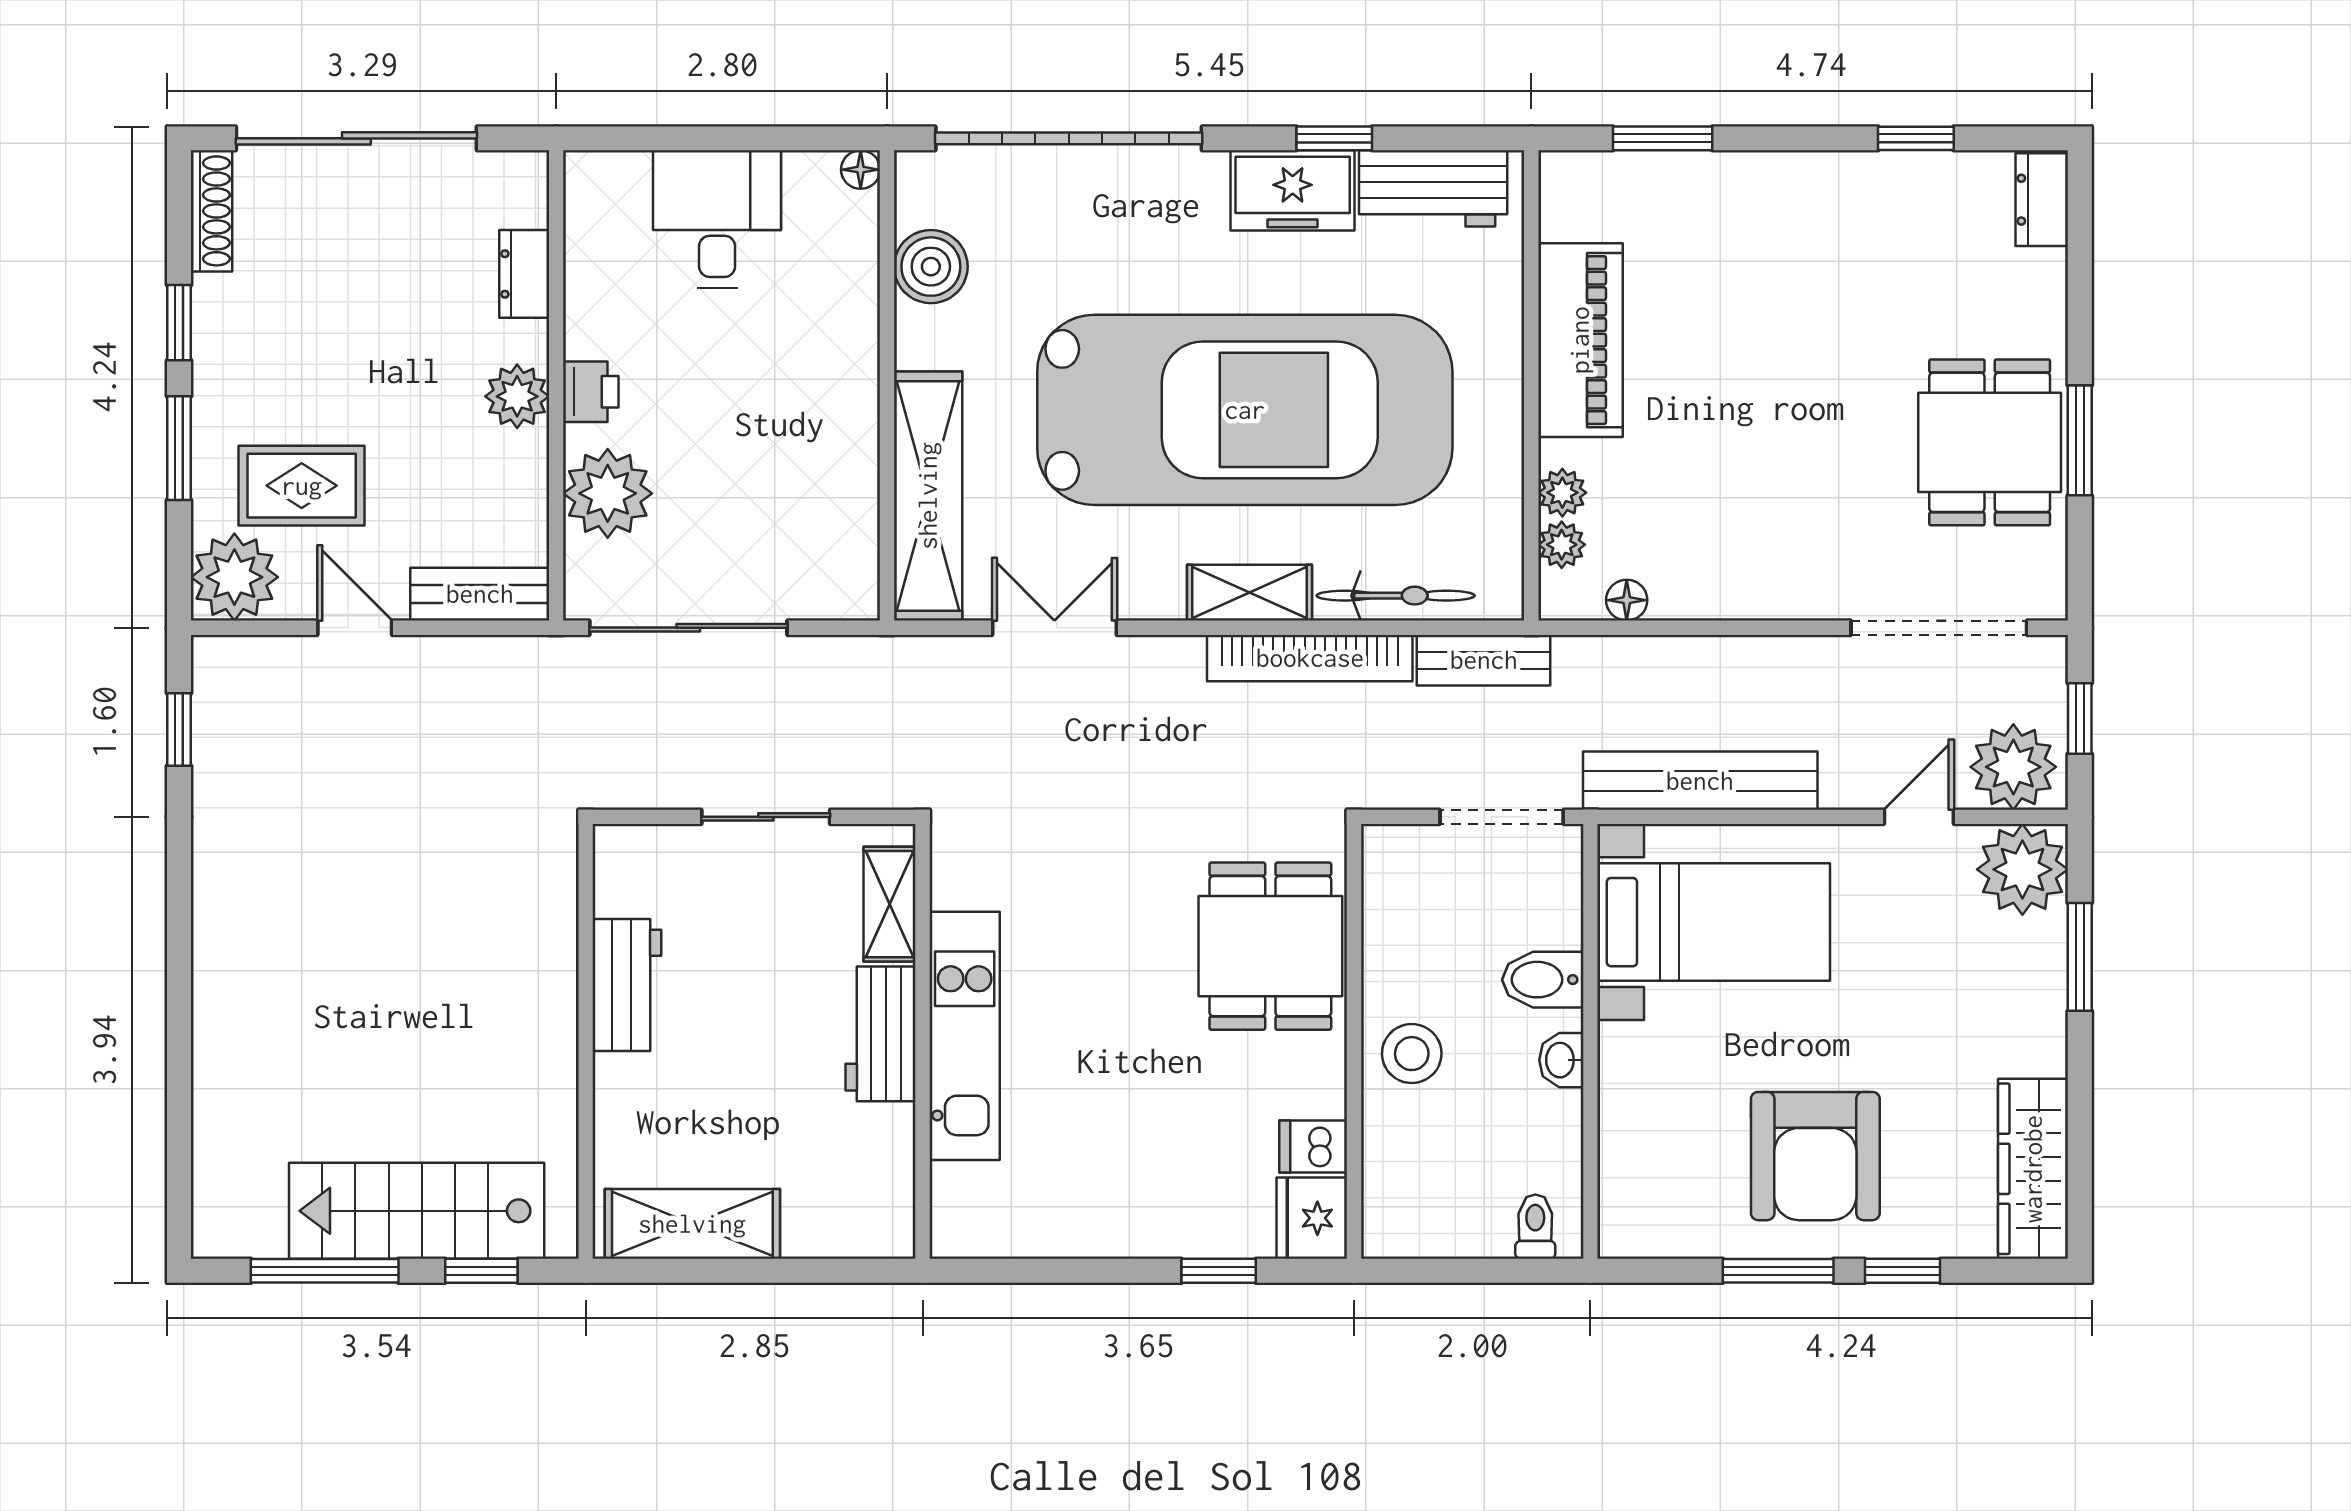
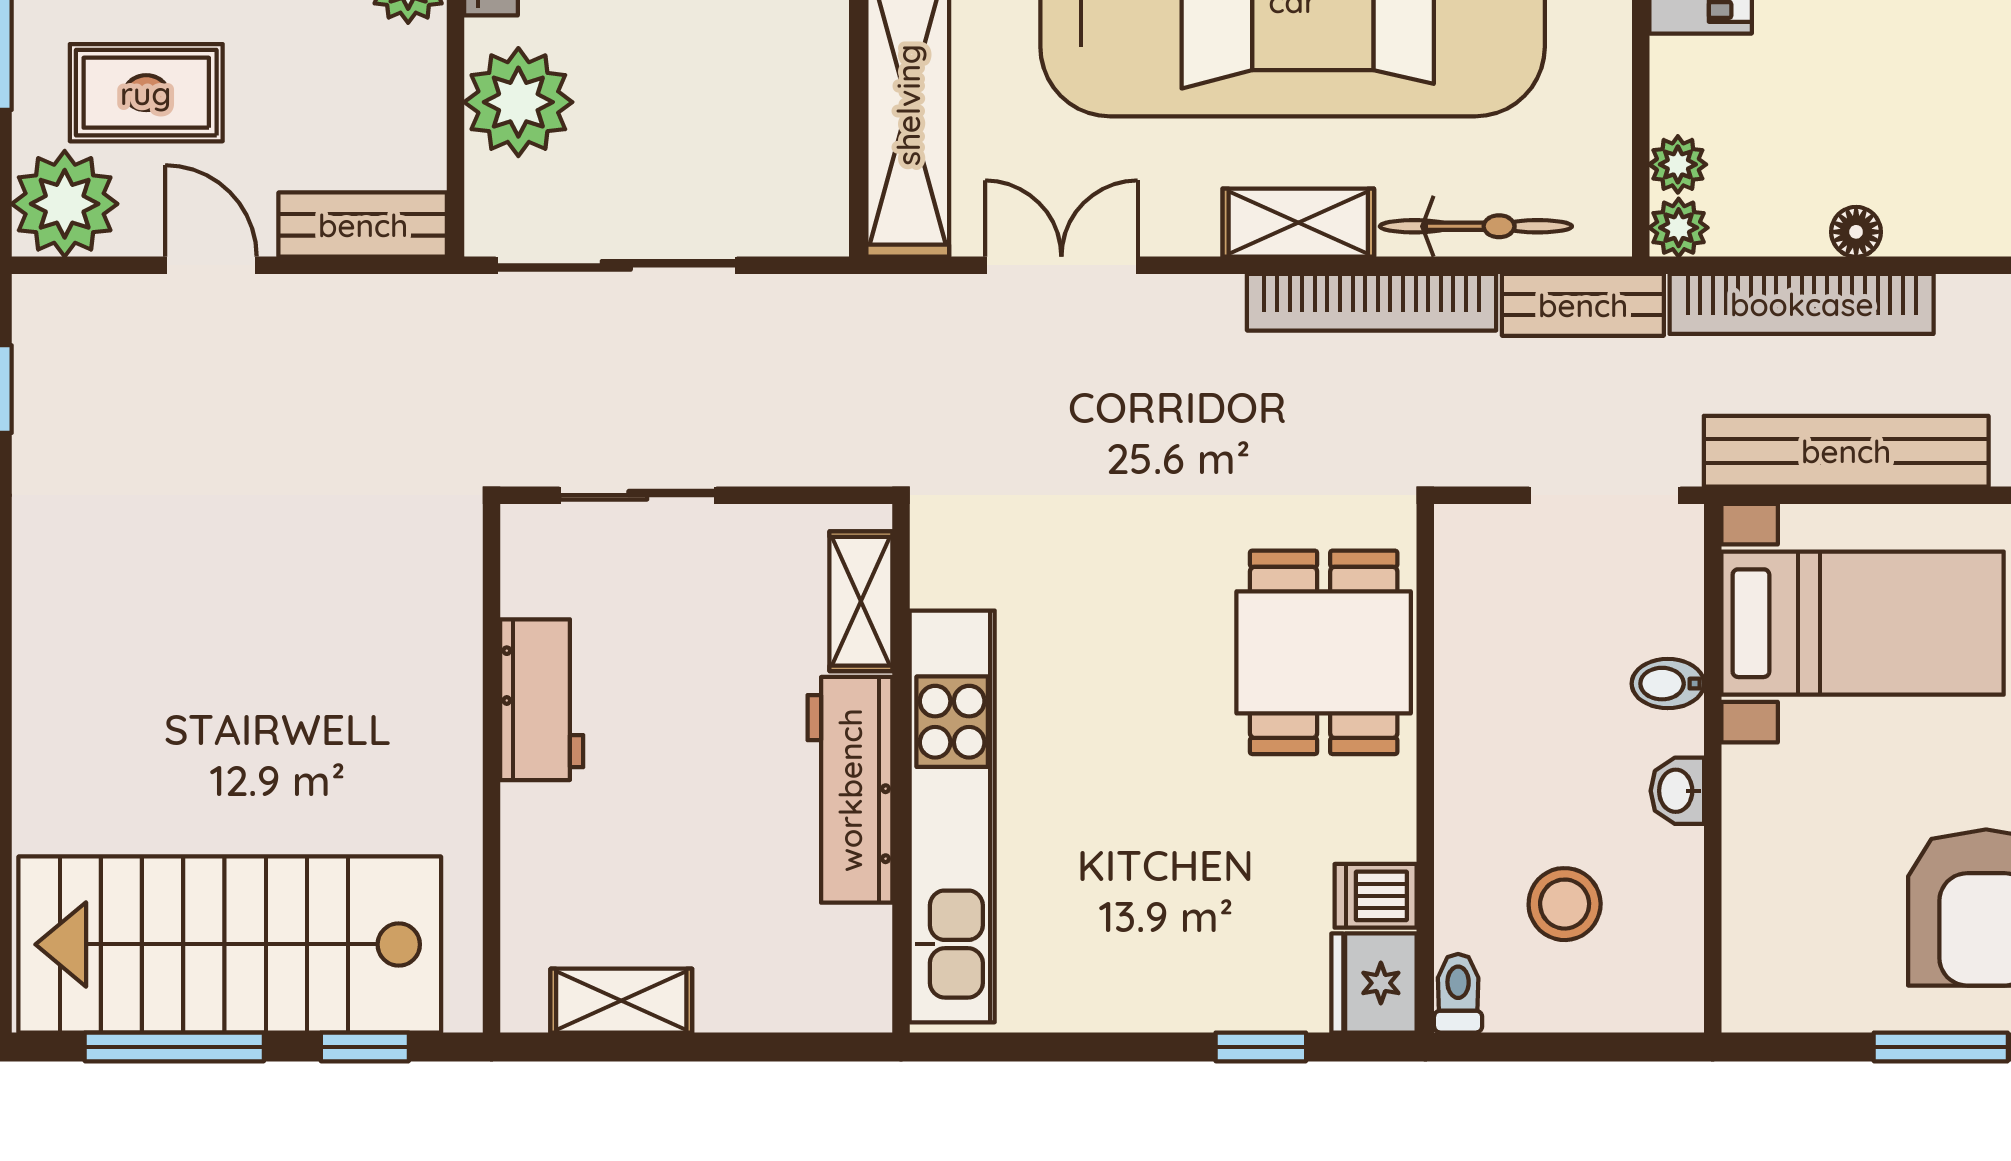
plant: (1562, 493) -> (1679, 228), moved
floor lamp: (1627, 600) -> (1856, 232), moved
bookcase: (1664, 659) -> (1802, 304), added
sliding door: (766, 817) -> (638, 495), moved
bidet: (1543, 980) -> (1668, 684), width x0.72, depth x0.74
workbench: (881, 1034) -> (850, 790), width x1.38
kitchen unit: (965, 1036) -> (952, 816), width x1.36
stool: (1412, 1054) -> (1565, 904), moved
stairs: (417, 1211) -> (230, 944), width x1.36, depth x1.51
shelving: (692, 1224) -> (621, 1001), width x0.67, depth x0.75
toilet: (1535, 1227) -> (1458, 993), moved

